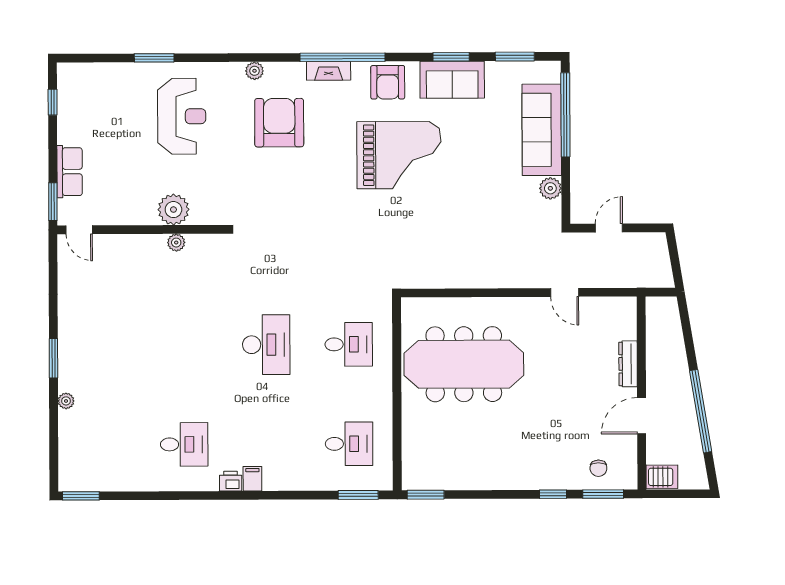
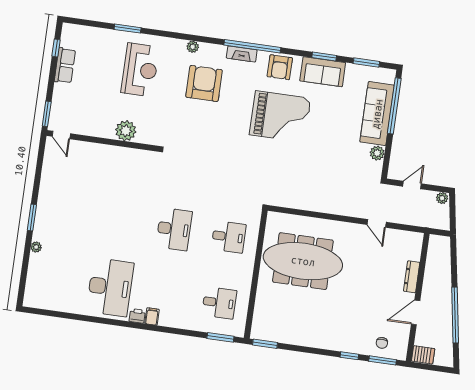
row of seats: (70, 172) -> (65, 65), moved
plant: (176, 243) -> (442, 198), moved
desk: (184, 444) -> (110, 287), width x1.87, depth x1.30
window: (81, 496) -> (37, 311), removed

